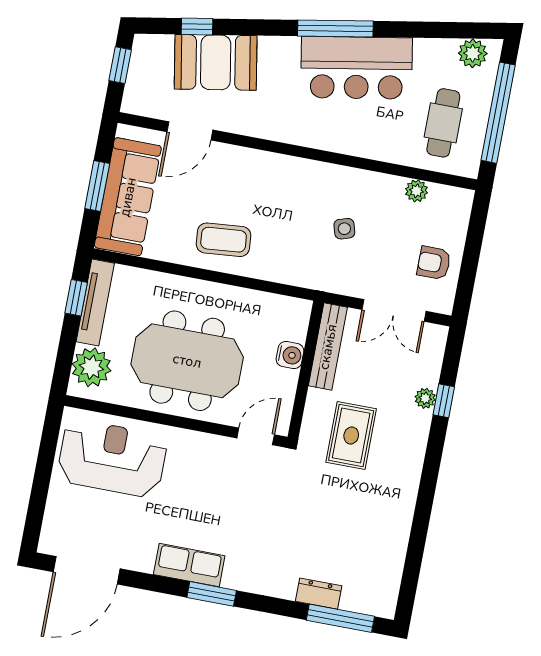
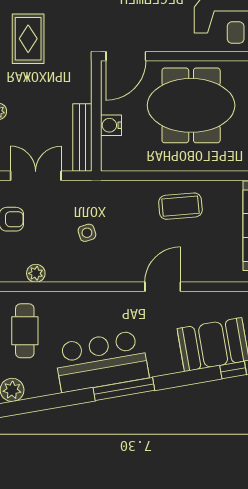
door: (190, 131) -> (163, 287), moved
door: (256, 436) -> (126, 56), width x1.38
rug: (351, 436) -> (28, 39), moved

